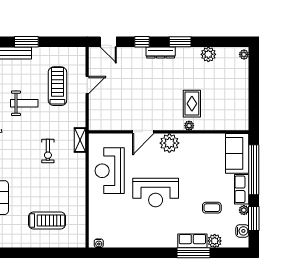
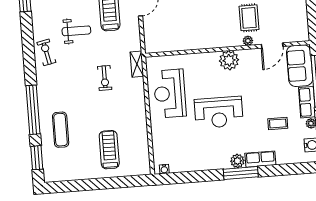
door: (143, 132) -> (272, 45), moved
treadmill: (47, 220) -> (109, 150), turned -90
plant: (215, 241) -> (237, 161), moved
window: (194, 253) -> (241, 173), moved

